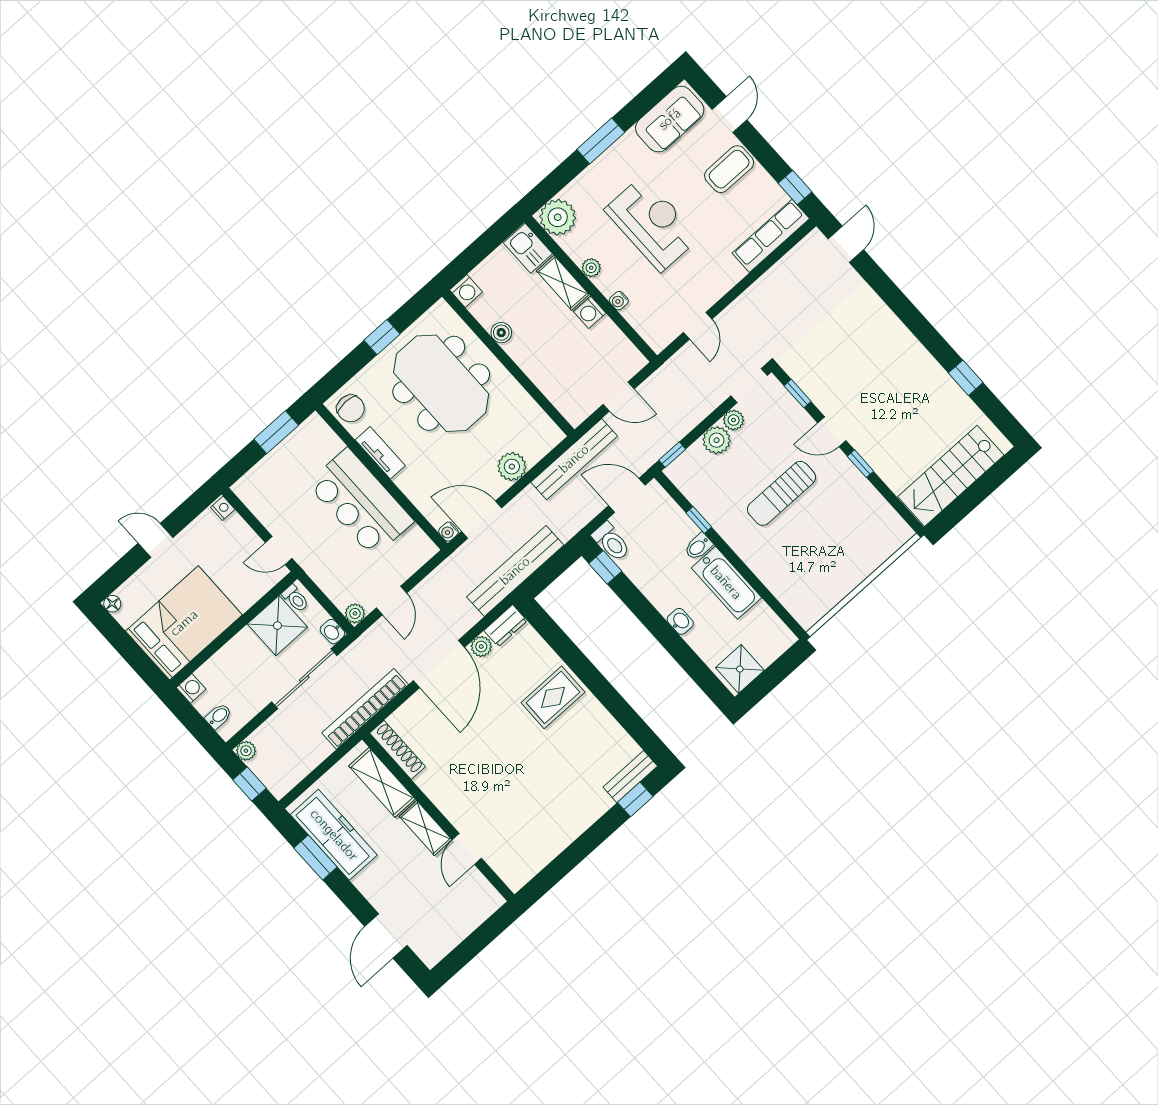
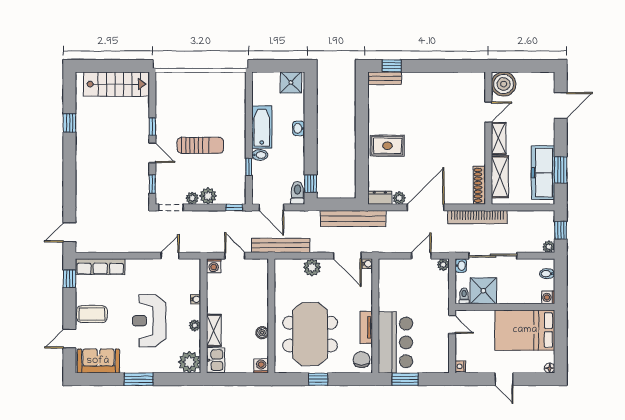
washing machine: (590, 312) -> (214, 266), moved, turned 90
bar counter: (360, 502) -> (395, 342), moved
boiler: (479, 900) -> (504, 84), added

